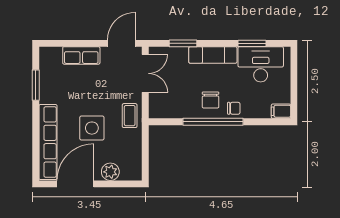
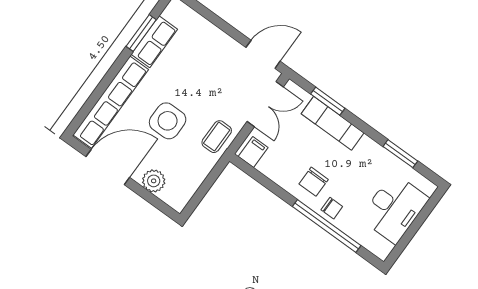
row of seats: (81, 55) -> (154, 42), moved, turned -90
exam couch: (213, 55) -> (333, 123), moved
desk: (261, 64) -> (394, 208), moved, turned 90
filing cabinet: (281, 111) -> (253, 152), moved, turned 90
window: (213, 122) -> (327, 226), moved

